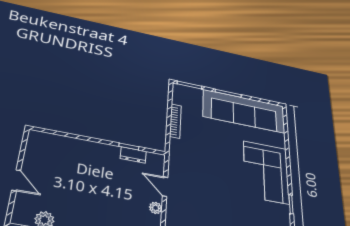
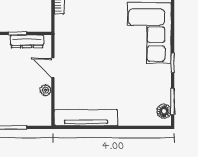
dresser: (133, 155) -> (27, 41), width x1.44

